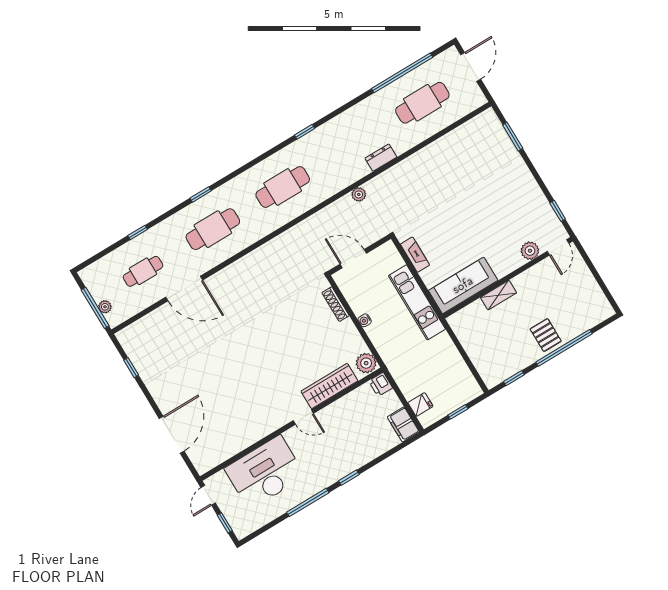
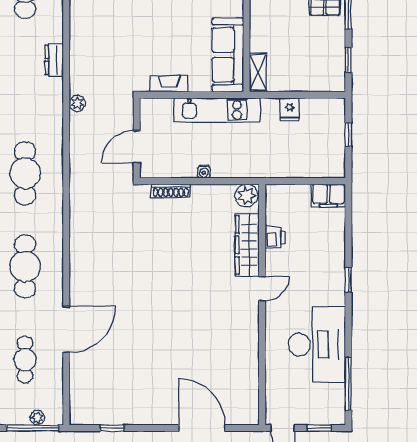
shelving: (499, 295) -> (258, 72), moved
printer: (381, 384) -> (275, 237), moved, turned -90
fridge: (420, 404) -> (290, 109), moved, turned 180
desk: (265, 472) -> (317, 345), moved, turned 180
window: (308, 502) -> (348, 384), moved

